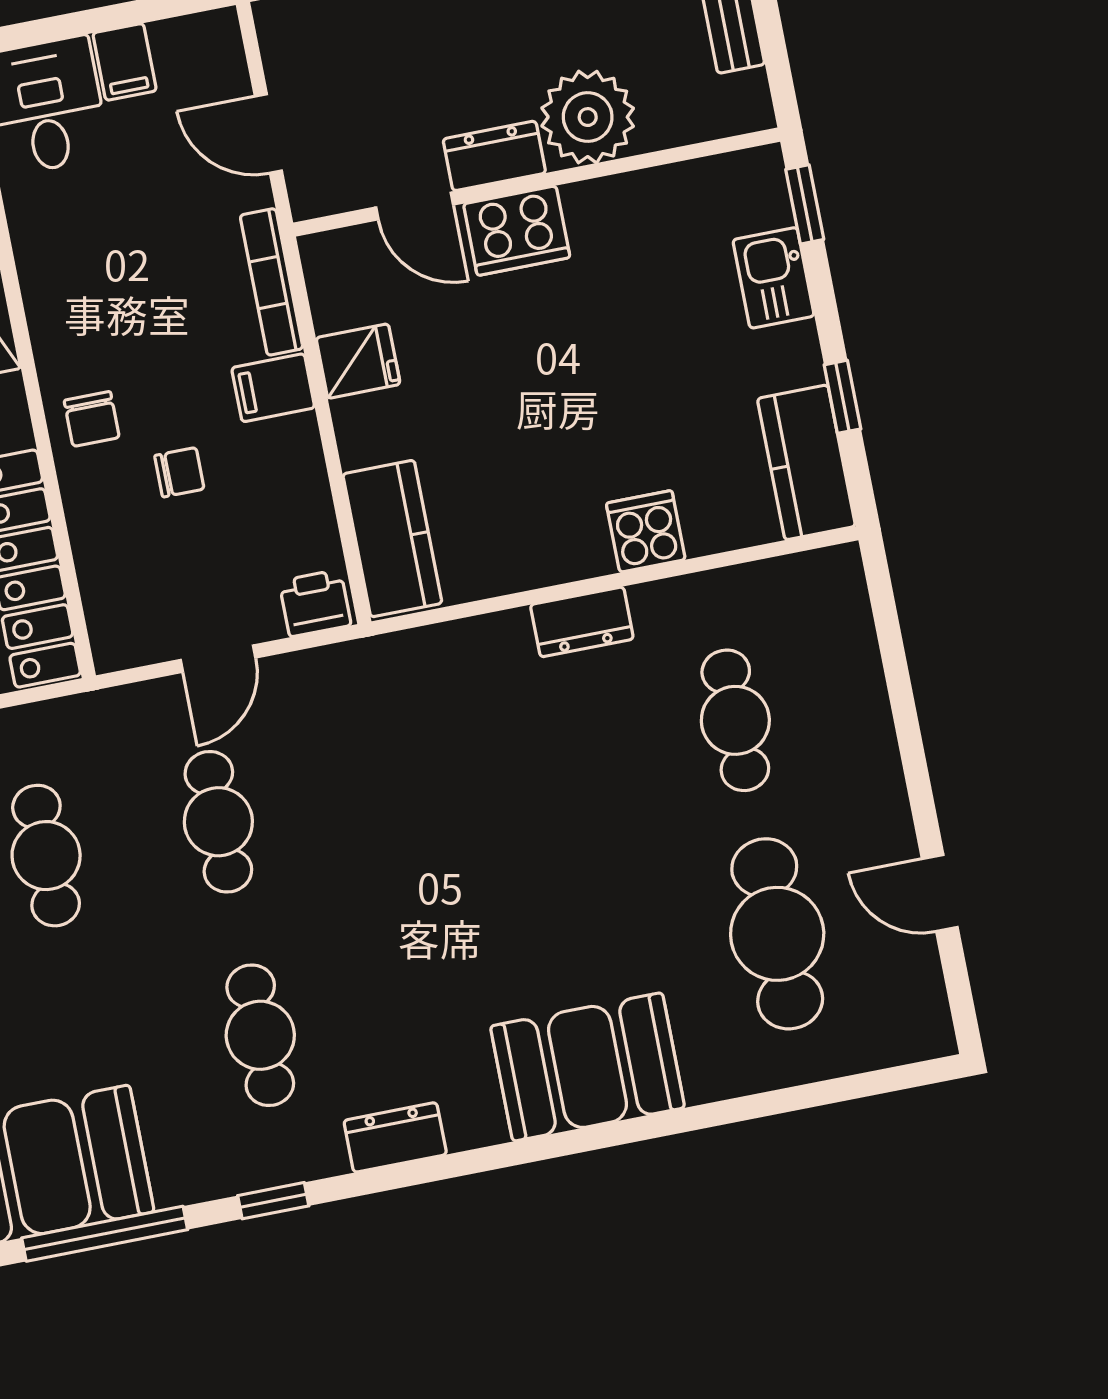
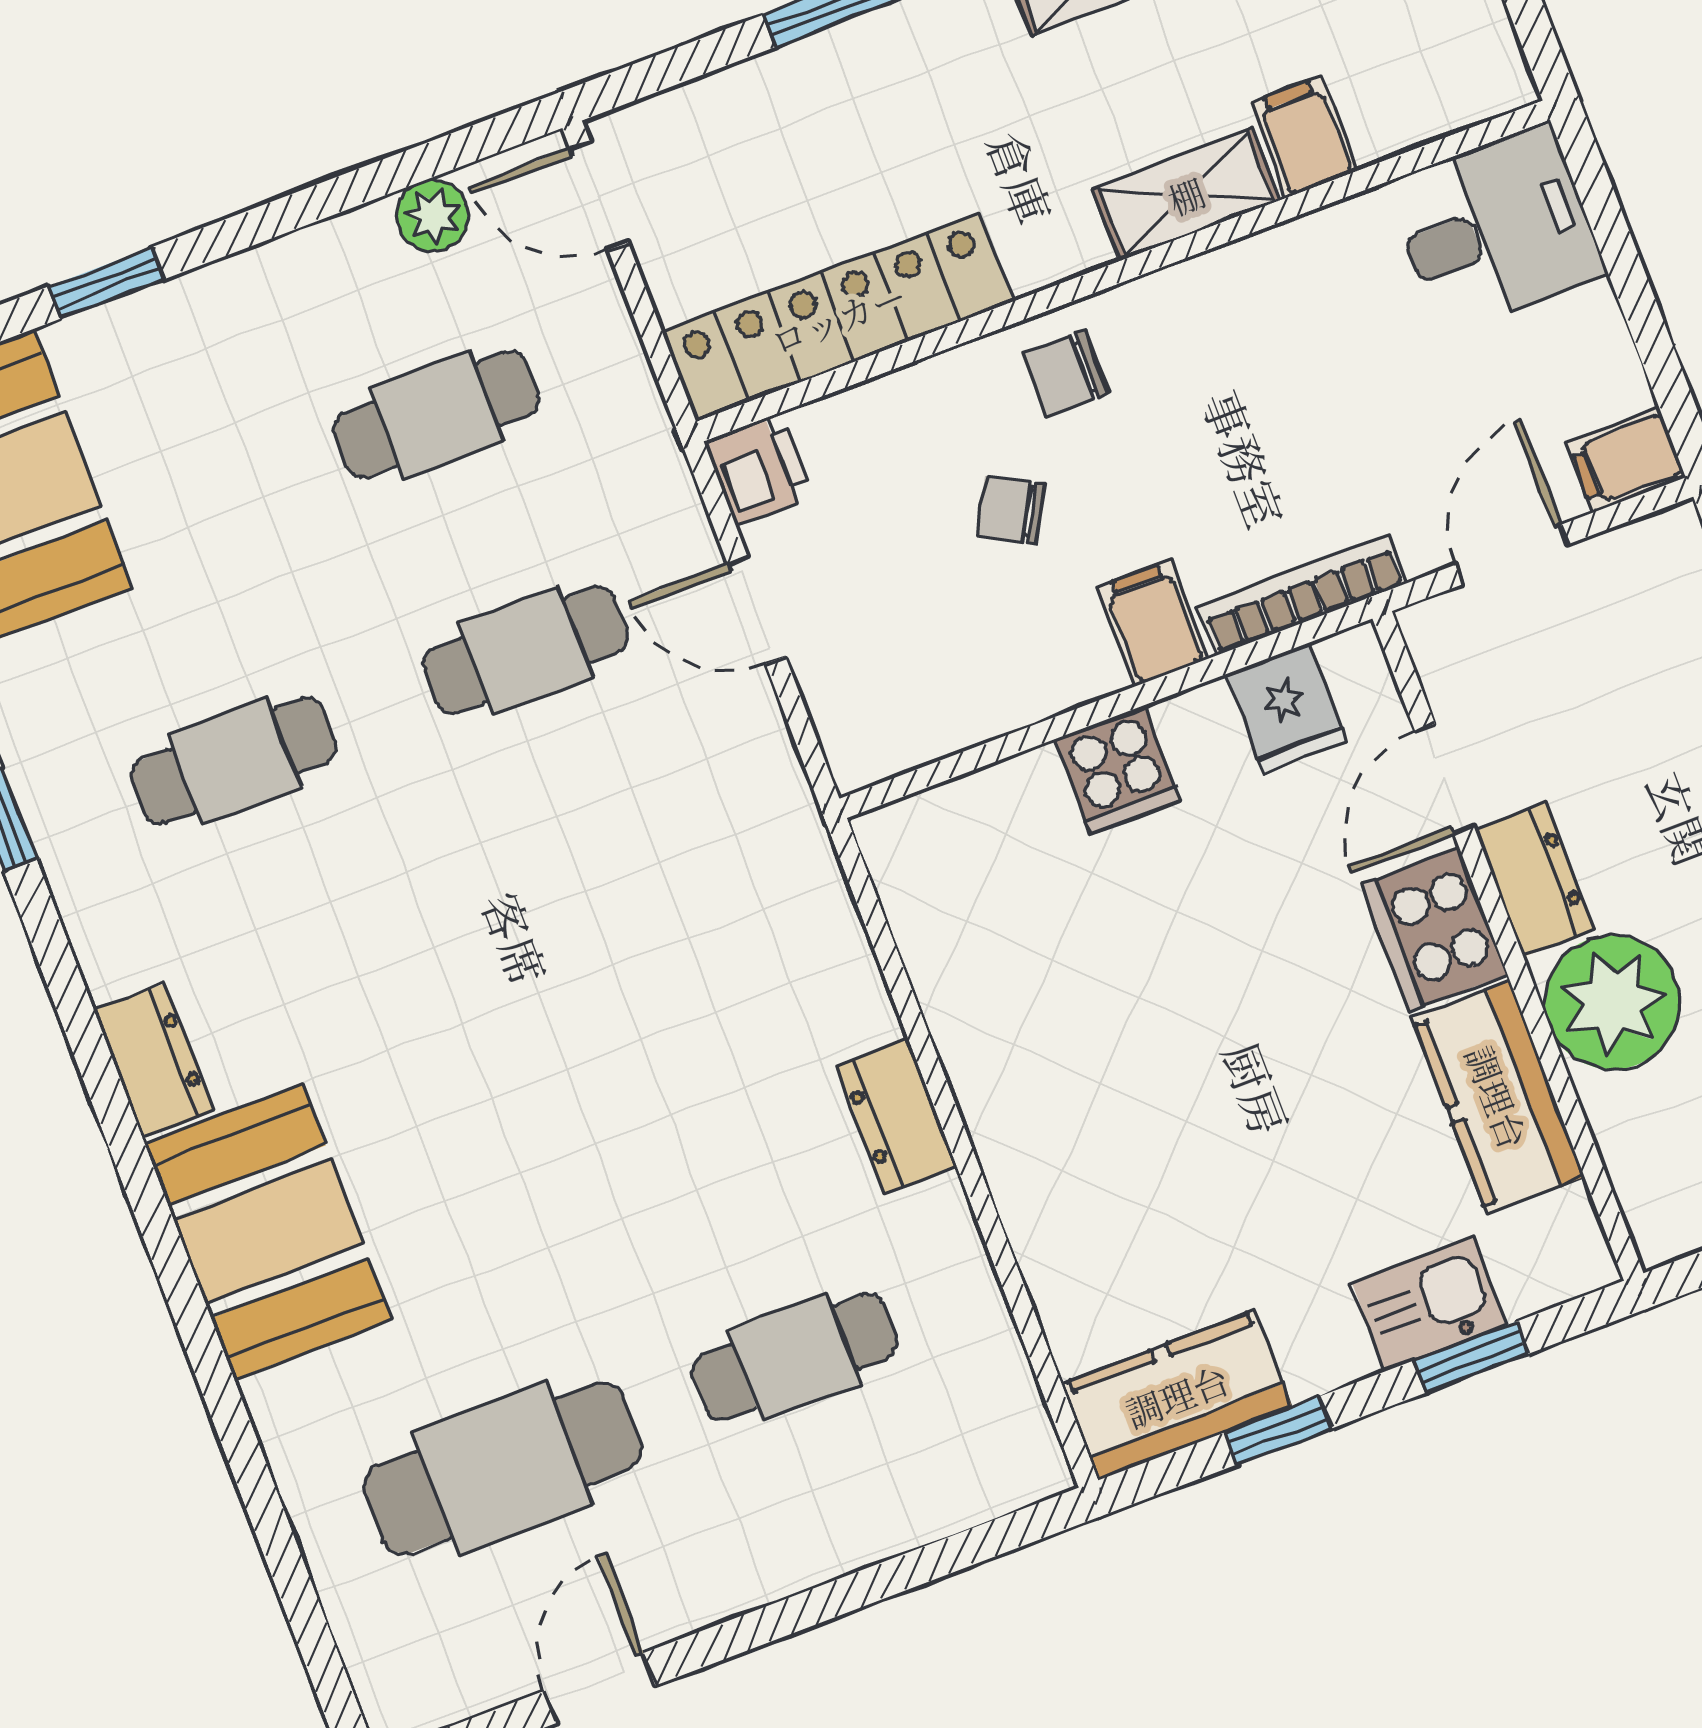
filing cabinet: (125, 62) -> (1626, 460), moved
window: (805, 204) -> (1471, 1357), moved
fridge: (358, 361) -> (1286, 708), moved
chair: (179, 472) -> (1011, 510), turned 119
cooker: (646, 531) -> (1118, 770), moved, turned 90
kitchen counter: (392, 539) -> (1498, 1097), moved, turned 90
printer: (315, 603) -> (758, 469), moved
dresser: (395, 1137) -> (154, 1060), moved

